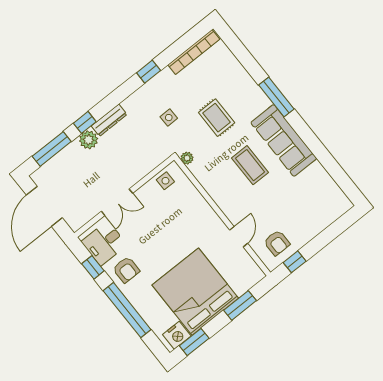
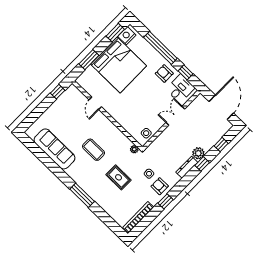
sofa: (284, 140) -> (54, 149), moved
window: (52, 149) -> (221, 145), width x0.46
armchair: (277, 243) -> (160, 186), moved

